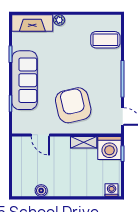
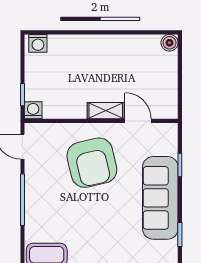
shelving: (84, 142) -> (106, 111), moved
washing machine: (109, 148) -> (33, 110), width x0.53, depth x0.53
boiler: (41, 190) -> (170, 43), moved

